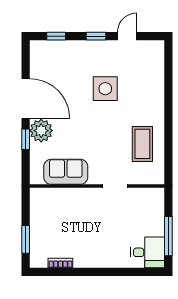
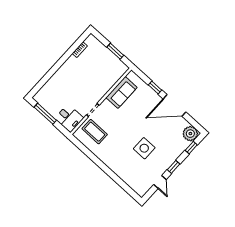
plant: (41, 131) -> (190, 134), moved
coffee table: (142, 144) -> (95, 132), moved
window: (26, 239) -> (115, 51), moved
desk: (148, 252) -> (69, 118), moved, turned -90

